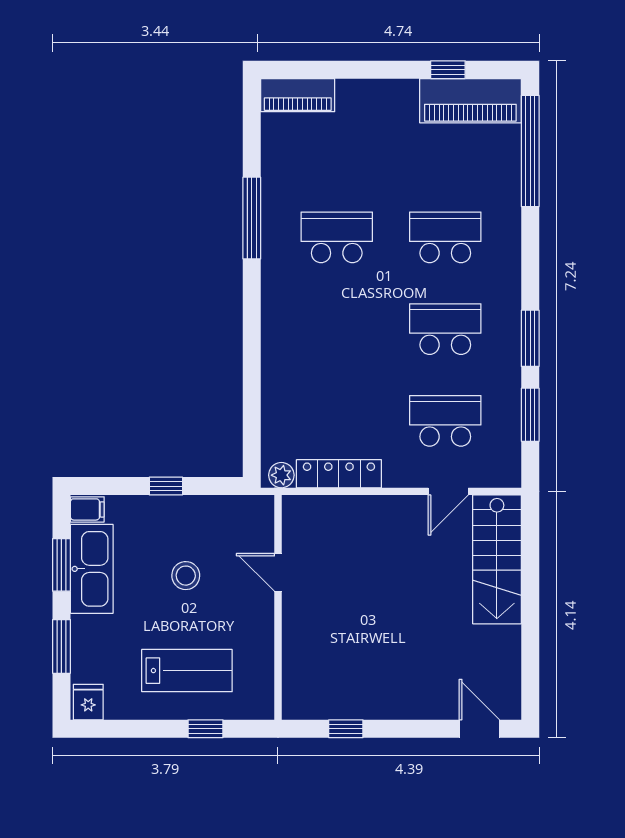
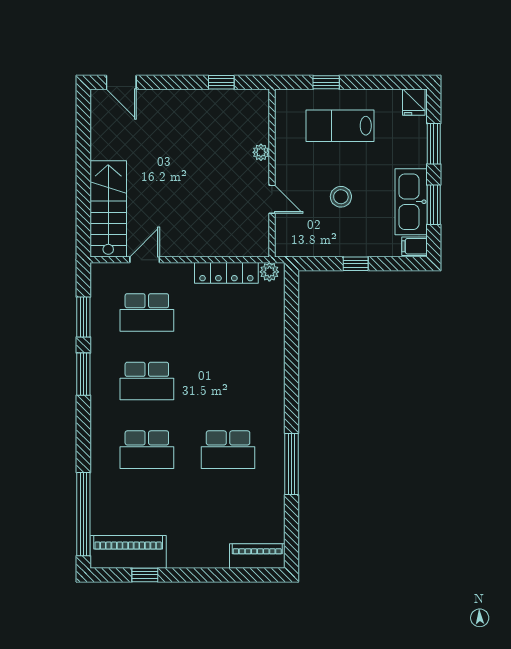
plant: (293, 635) -> (261, 152), added

